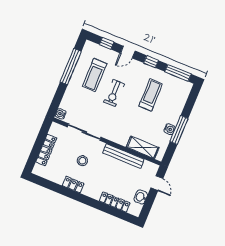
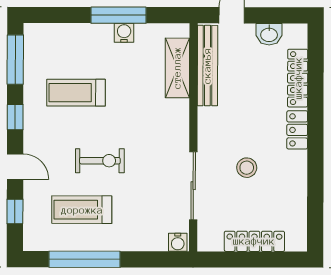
treadmill: (95, 75) -> (82, 210), turned 180
bench: (123, 156) -> (207, 66), moved
locker: (73, 185) -> (297, 130), moved

